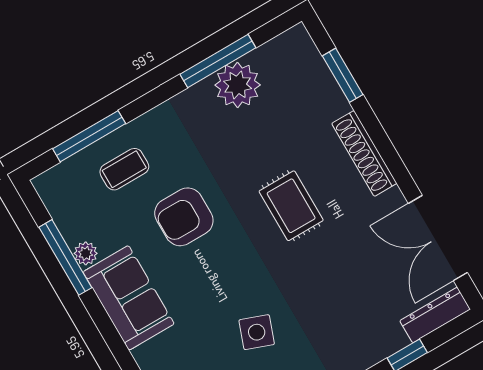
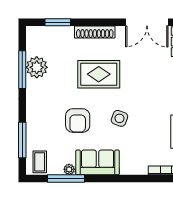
coffee table: (124, 169) -> (40, 162), moved
rug: (291, 206) -> (99, 74), width x1.36, depth x1.43
side table: (257, 332) -> (119, 118), moved

